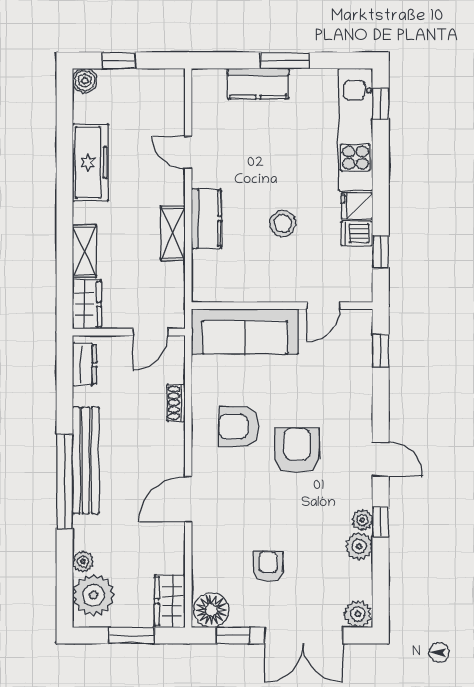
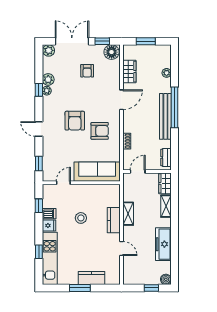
window: (381, 104) -> (39, 252), moved
door: (381, 459) -> (39, 129), moved
plant: (93, 595) -> (162, 58), removed
wardrobe: (170, 601) -> (129, 72), moved

